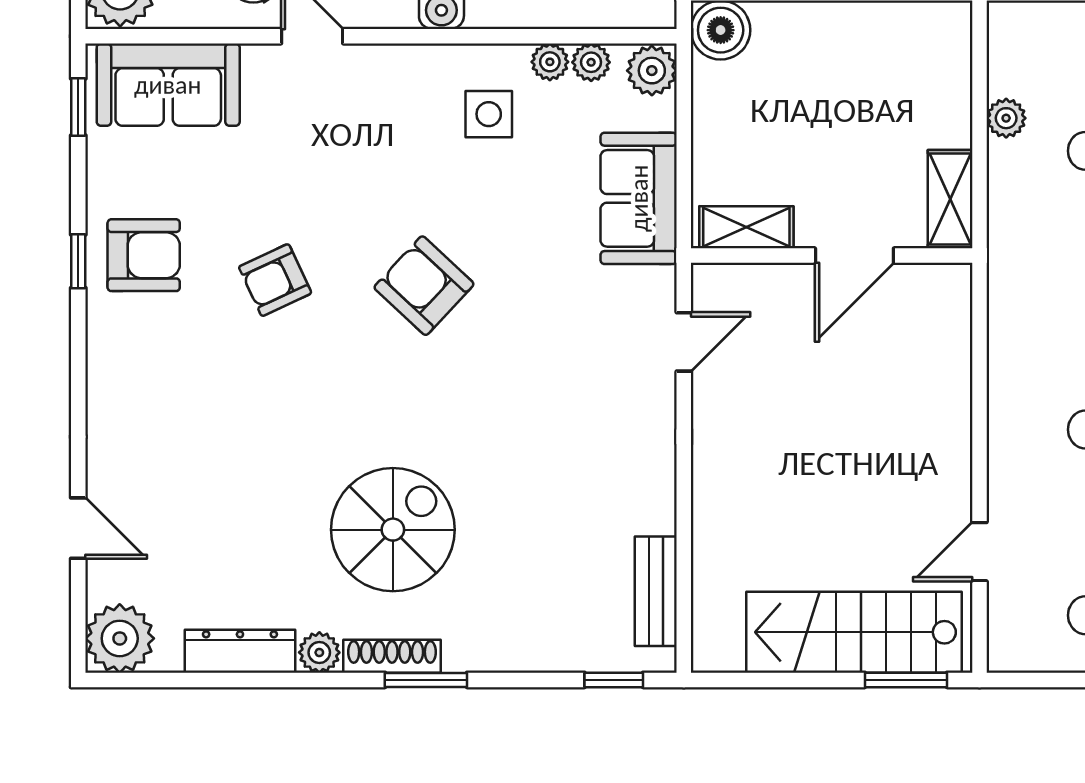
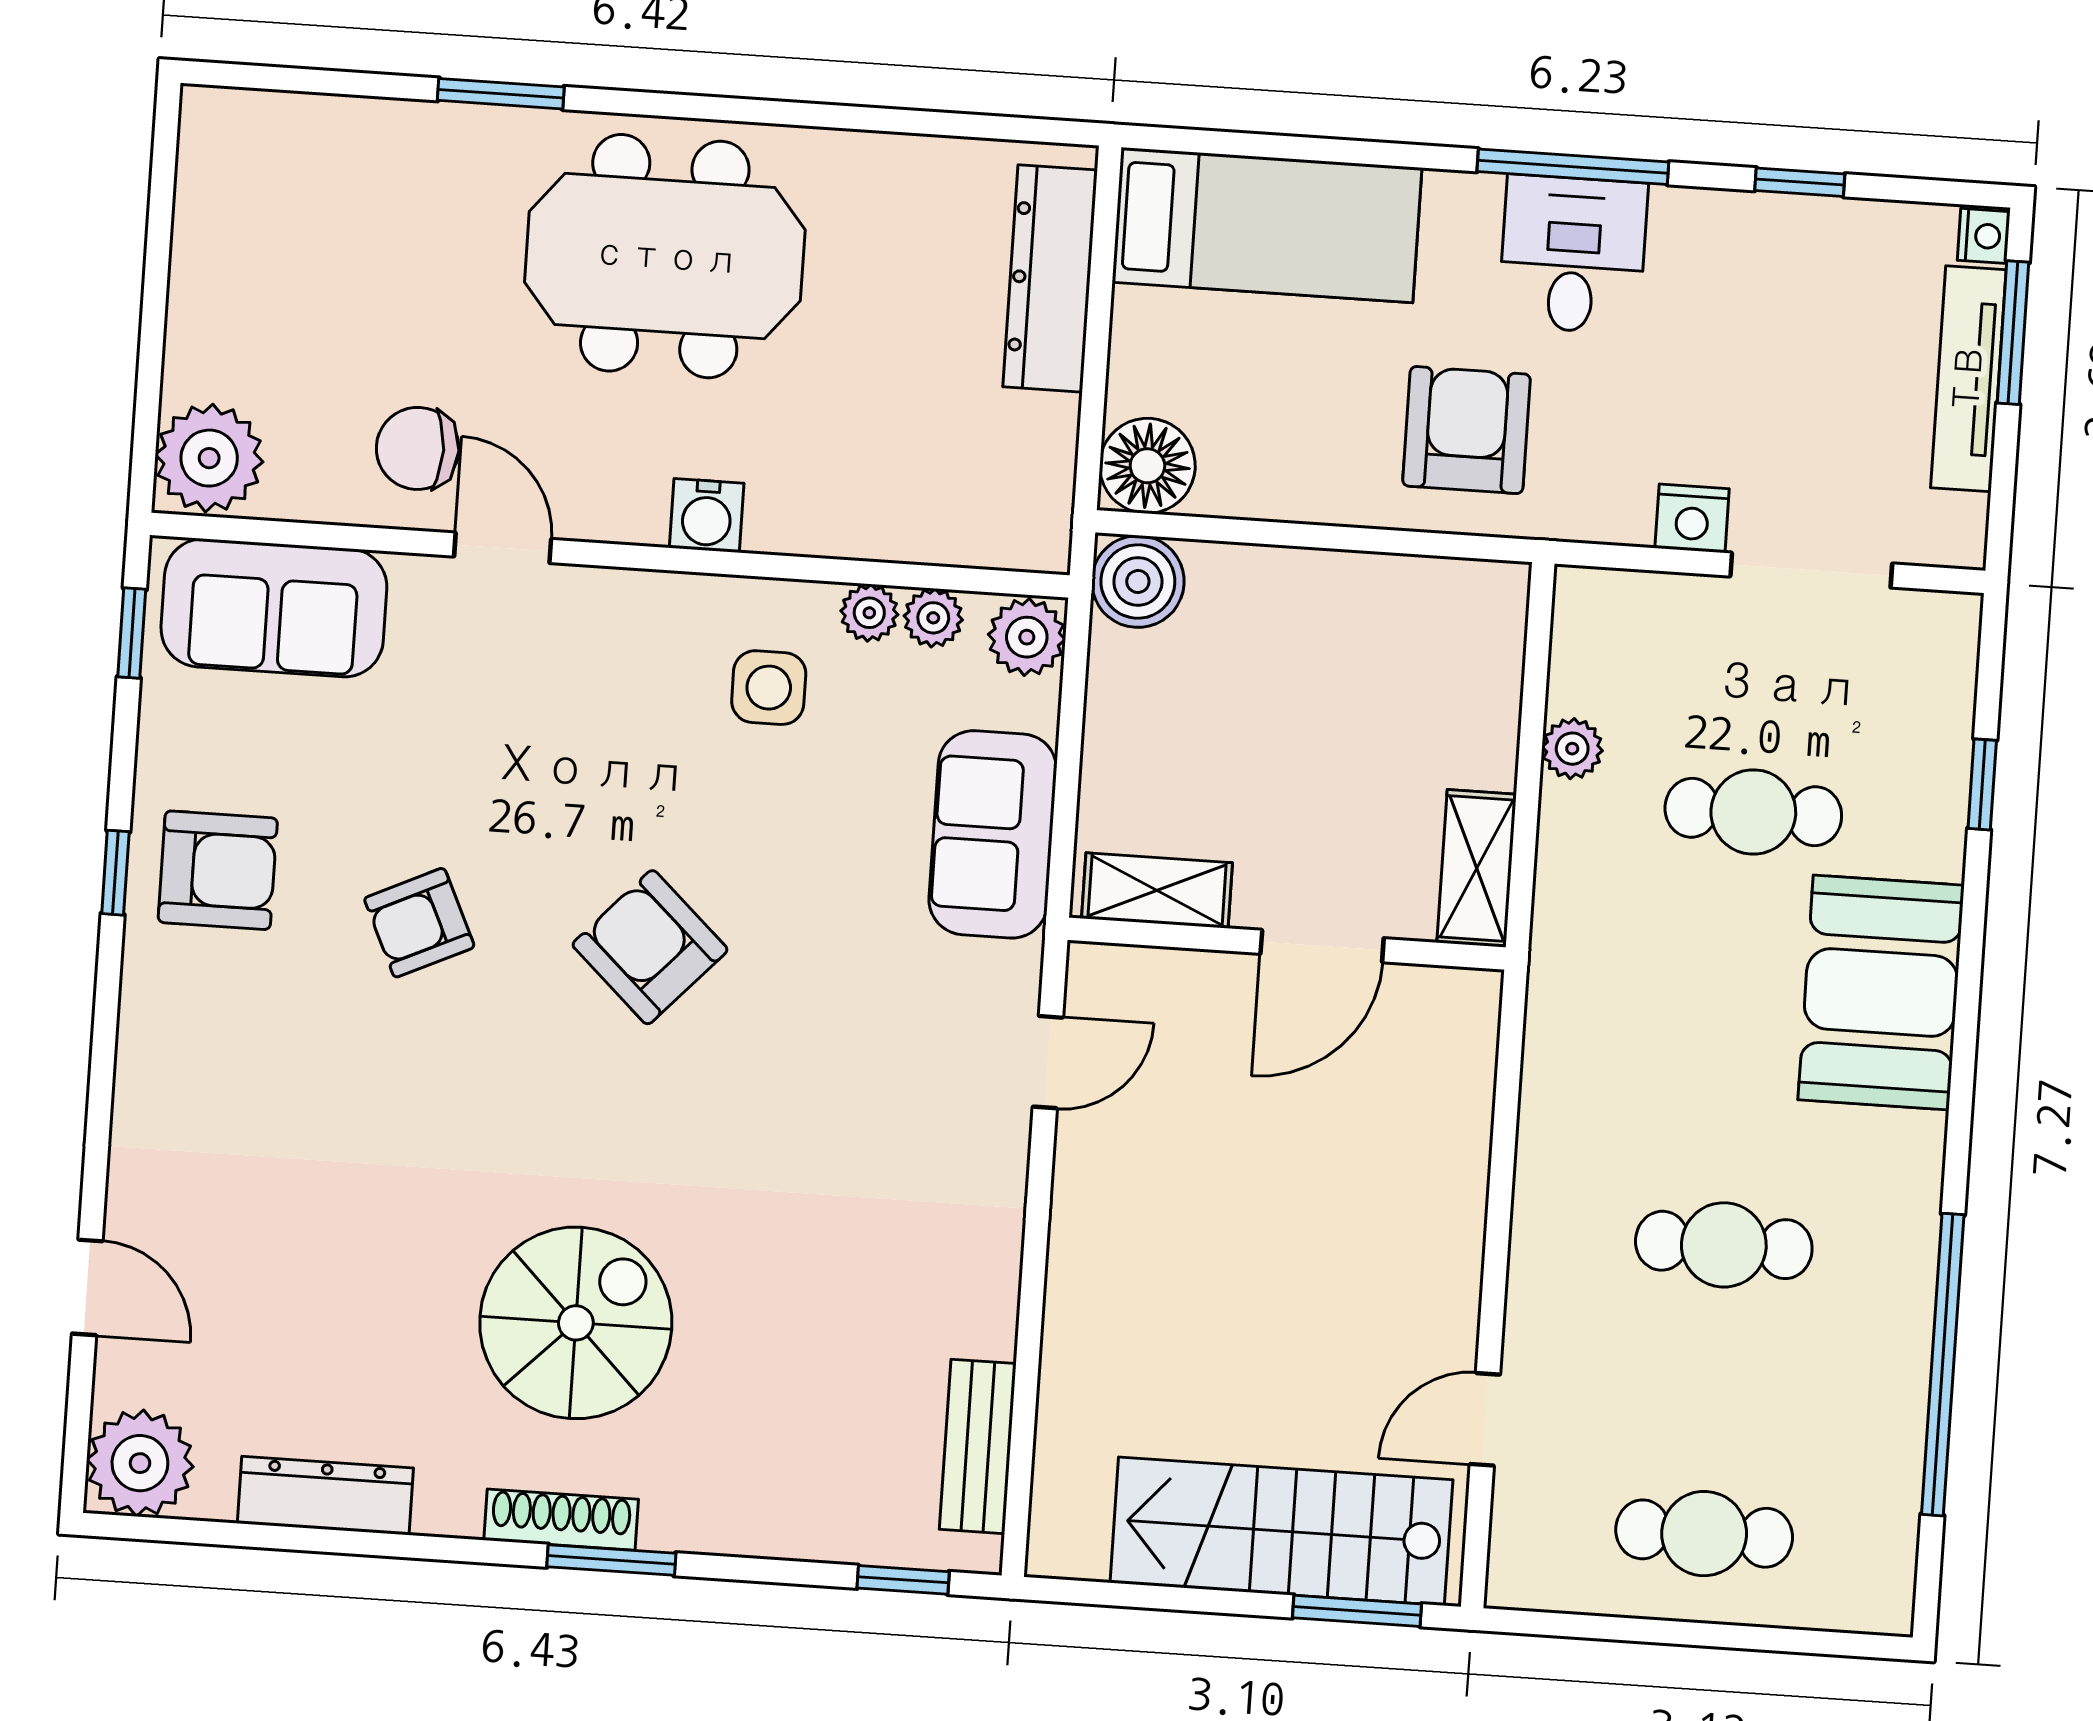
plant: (319, 652) -> (449, 1506), removed

